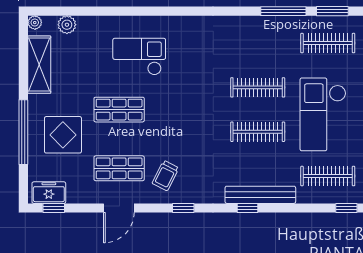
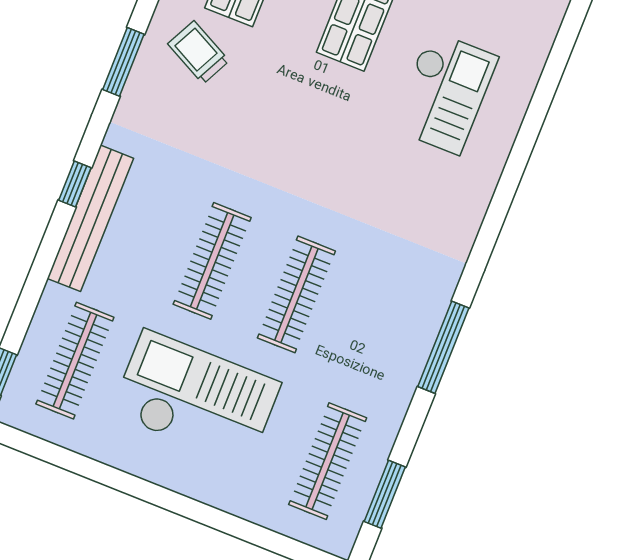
window: (283, 11) -> (443, 347), moved
window: (183, 208) -> (123, 62), width x1.50

